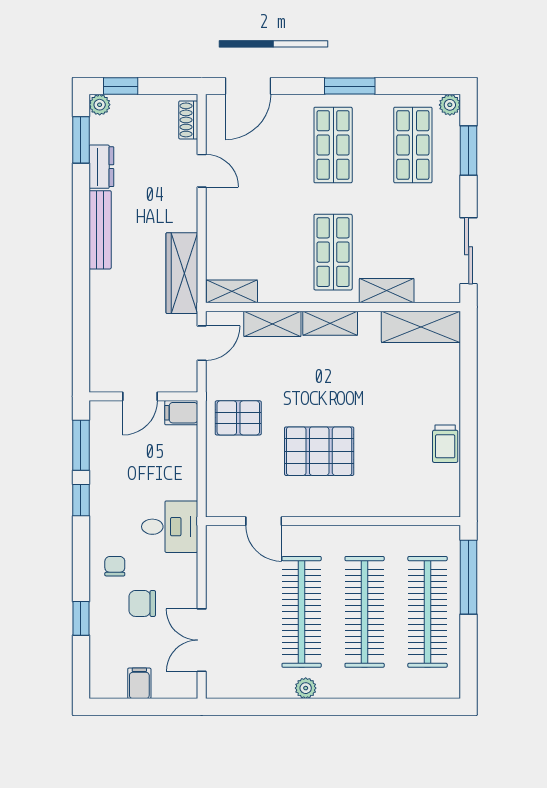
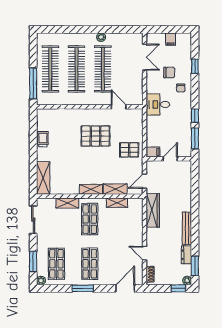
shelving: (232, 291) -> (117, 203), moved
shelving: (421, 327) -> (43, 178), moved, turned 90

